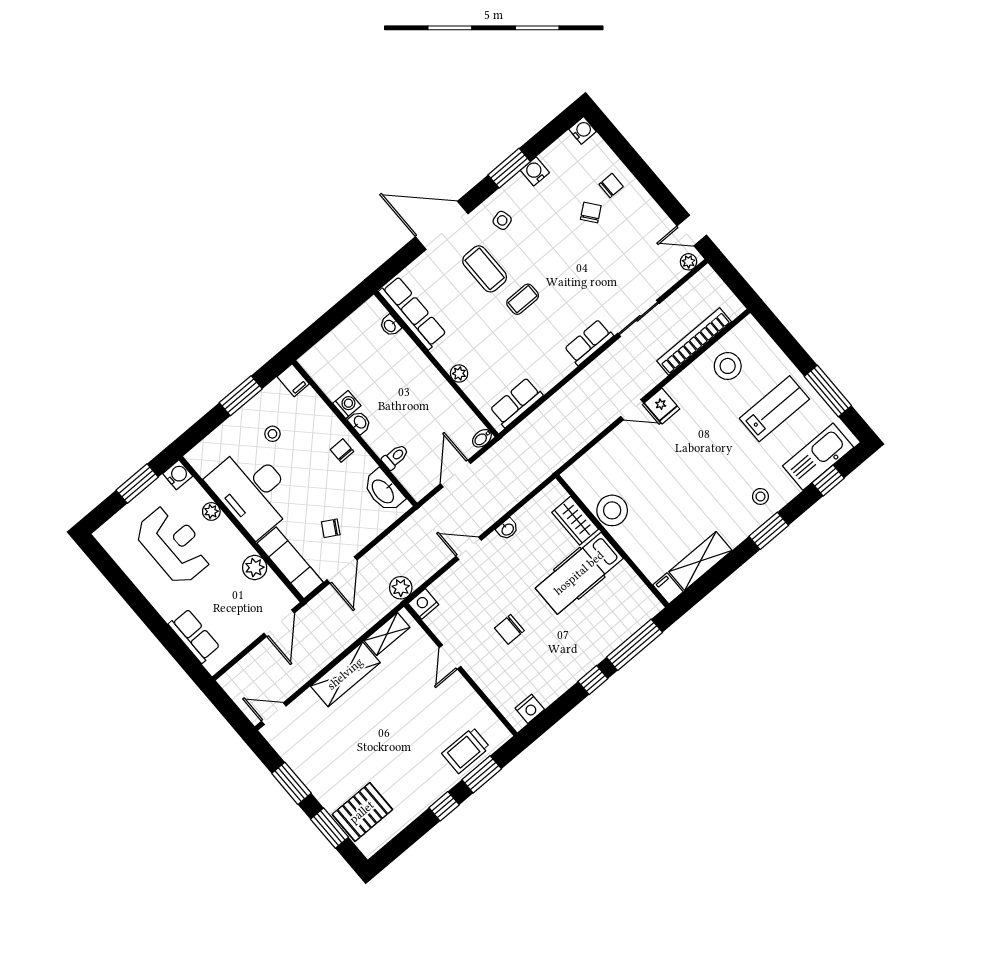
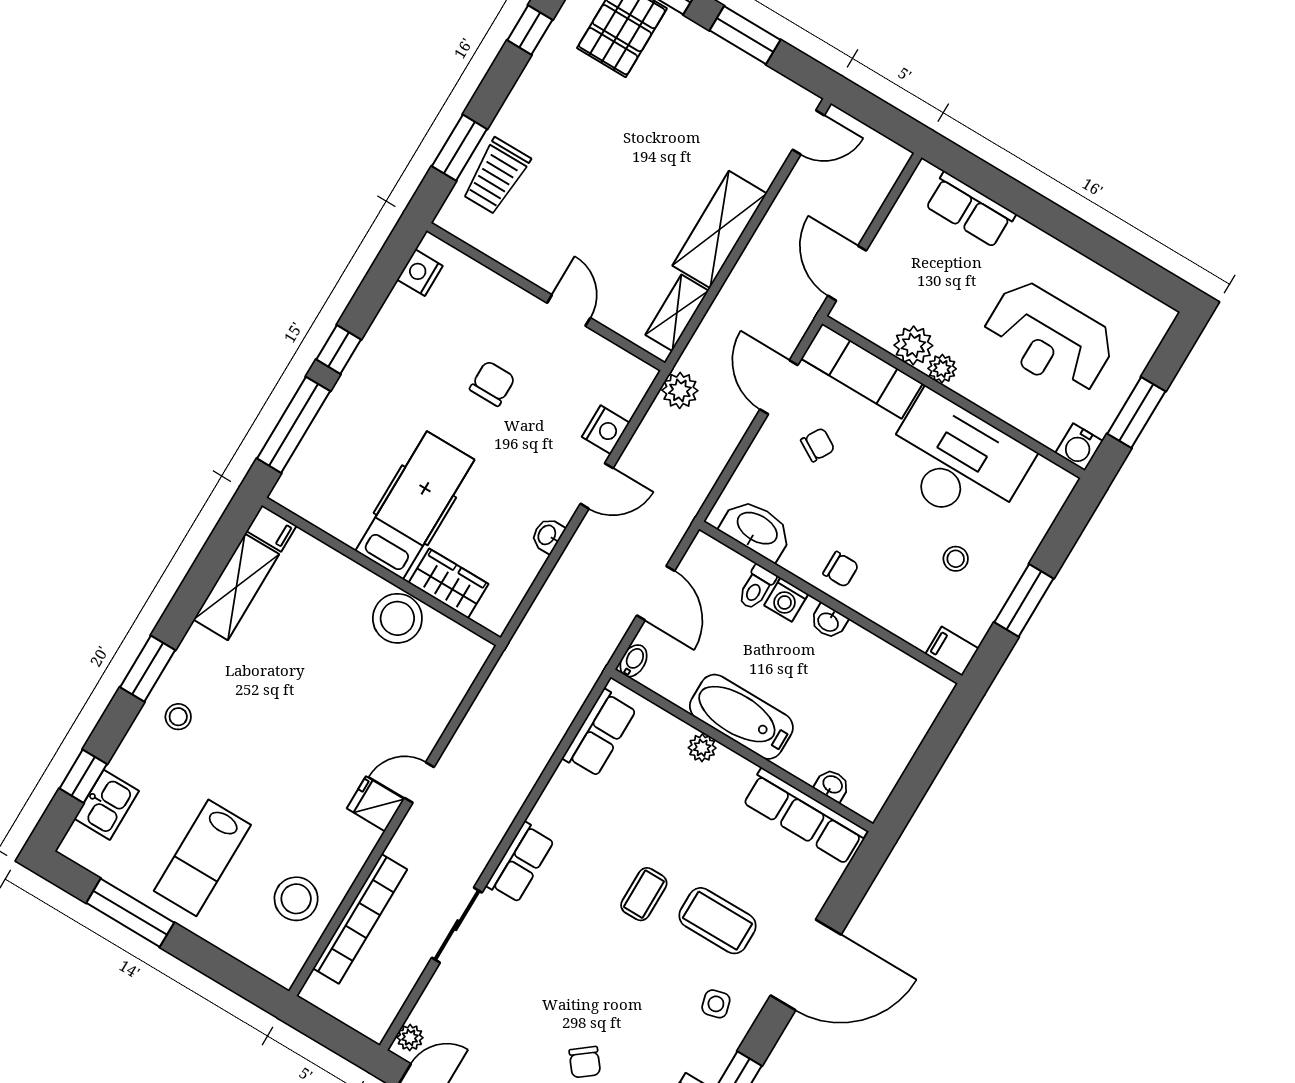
bathtub: (430, 384) -> (741, 717), added
washing machine: (347, 404) -> (786, 600), moved
kitchen sink: (818, 457) -> (107, 805), width x0.53, depth x0.81
plant: (211, 511) -> (942, 369), moved
nightstand: (423, 604) -> (606, 430), moved
trolley: (466, 750) -> (496, 176), turned 180
window: (444, 806) -> (530, 30), moved

